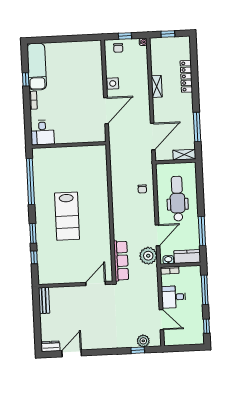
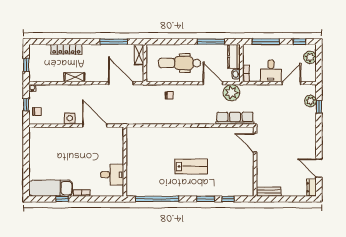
desk: (42, 132) -> (112, 175), moved
lab bench: (67, 216) -> (191, 166), width x0.73, depth x0.72
plant: (190, 338) -> (310, 57), added

